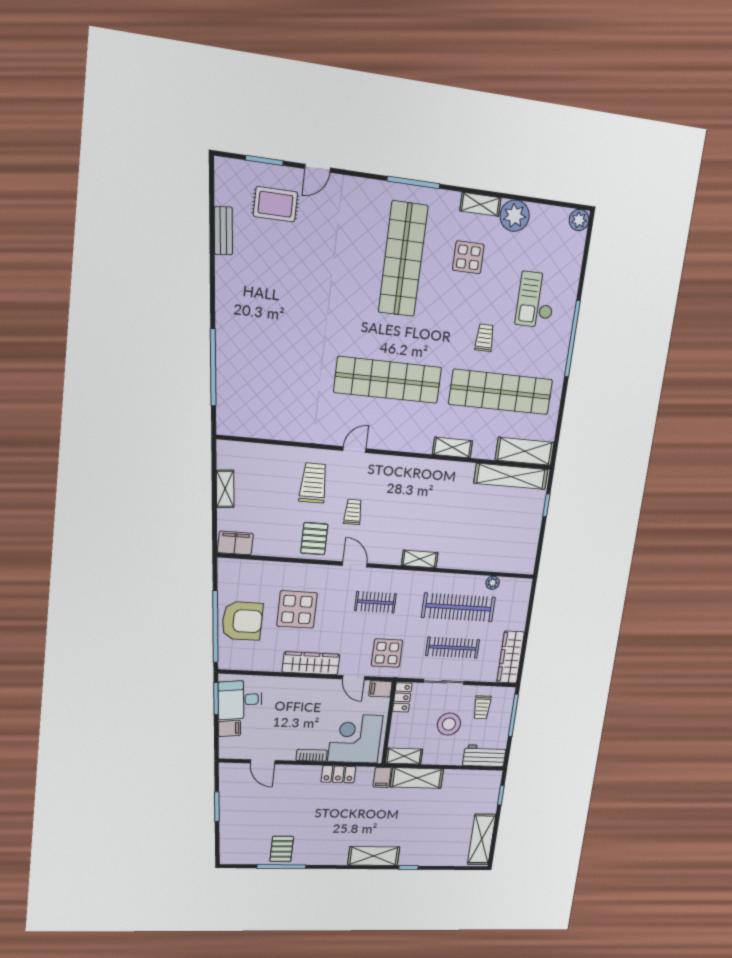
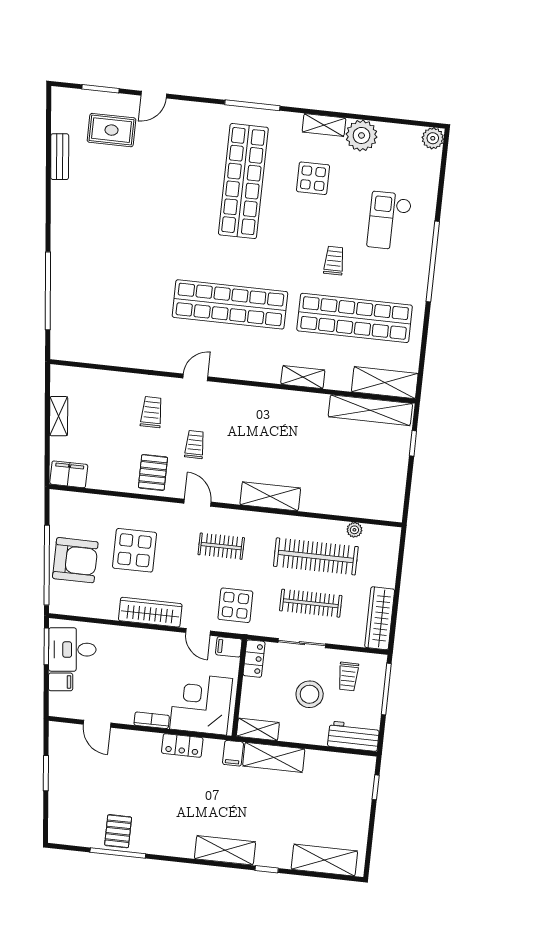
trolley: (313, 483) -> (152, 412), width x0.73, depth x0.72
shelving: (420, 559) -> (270, 496), width x1.50, depth x1.33
shelving: (482, 839) -> (324, 860), moved, turned 90

